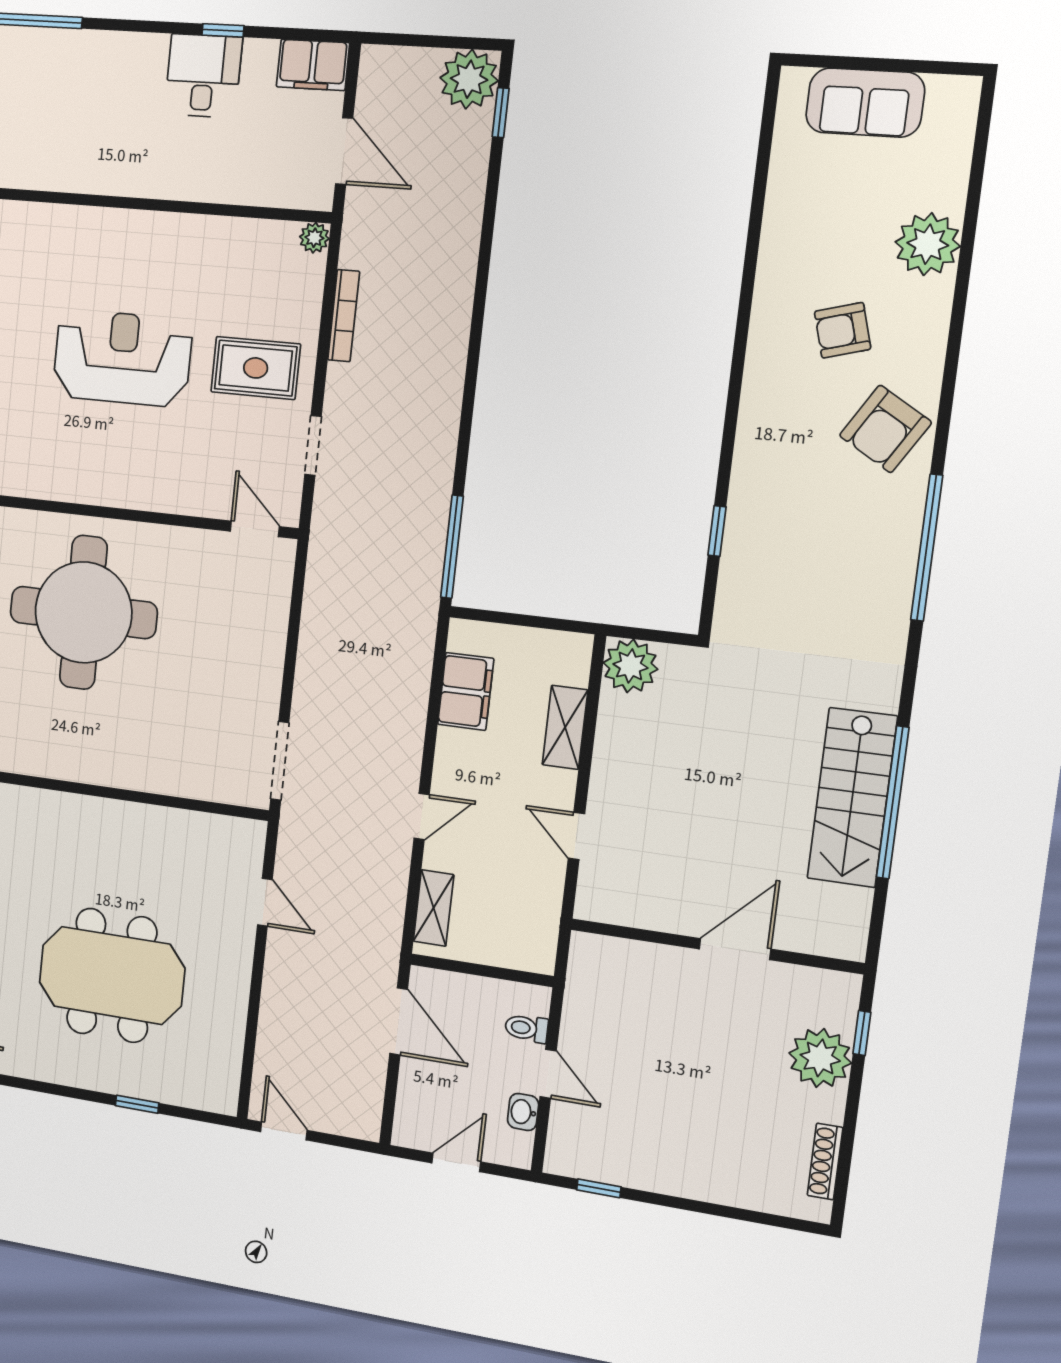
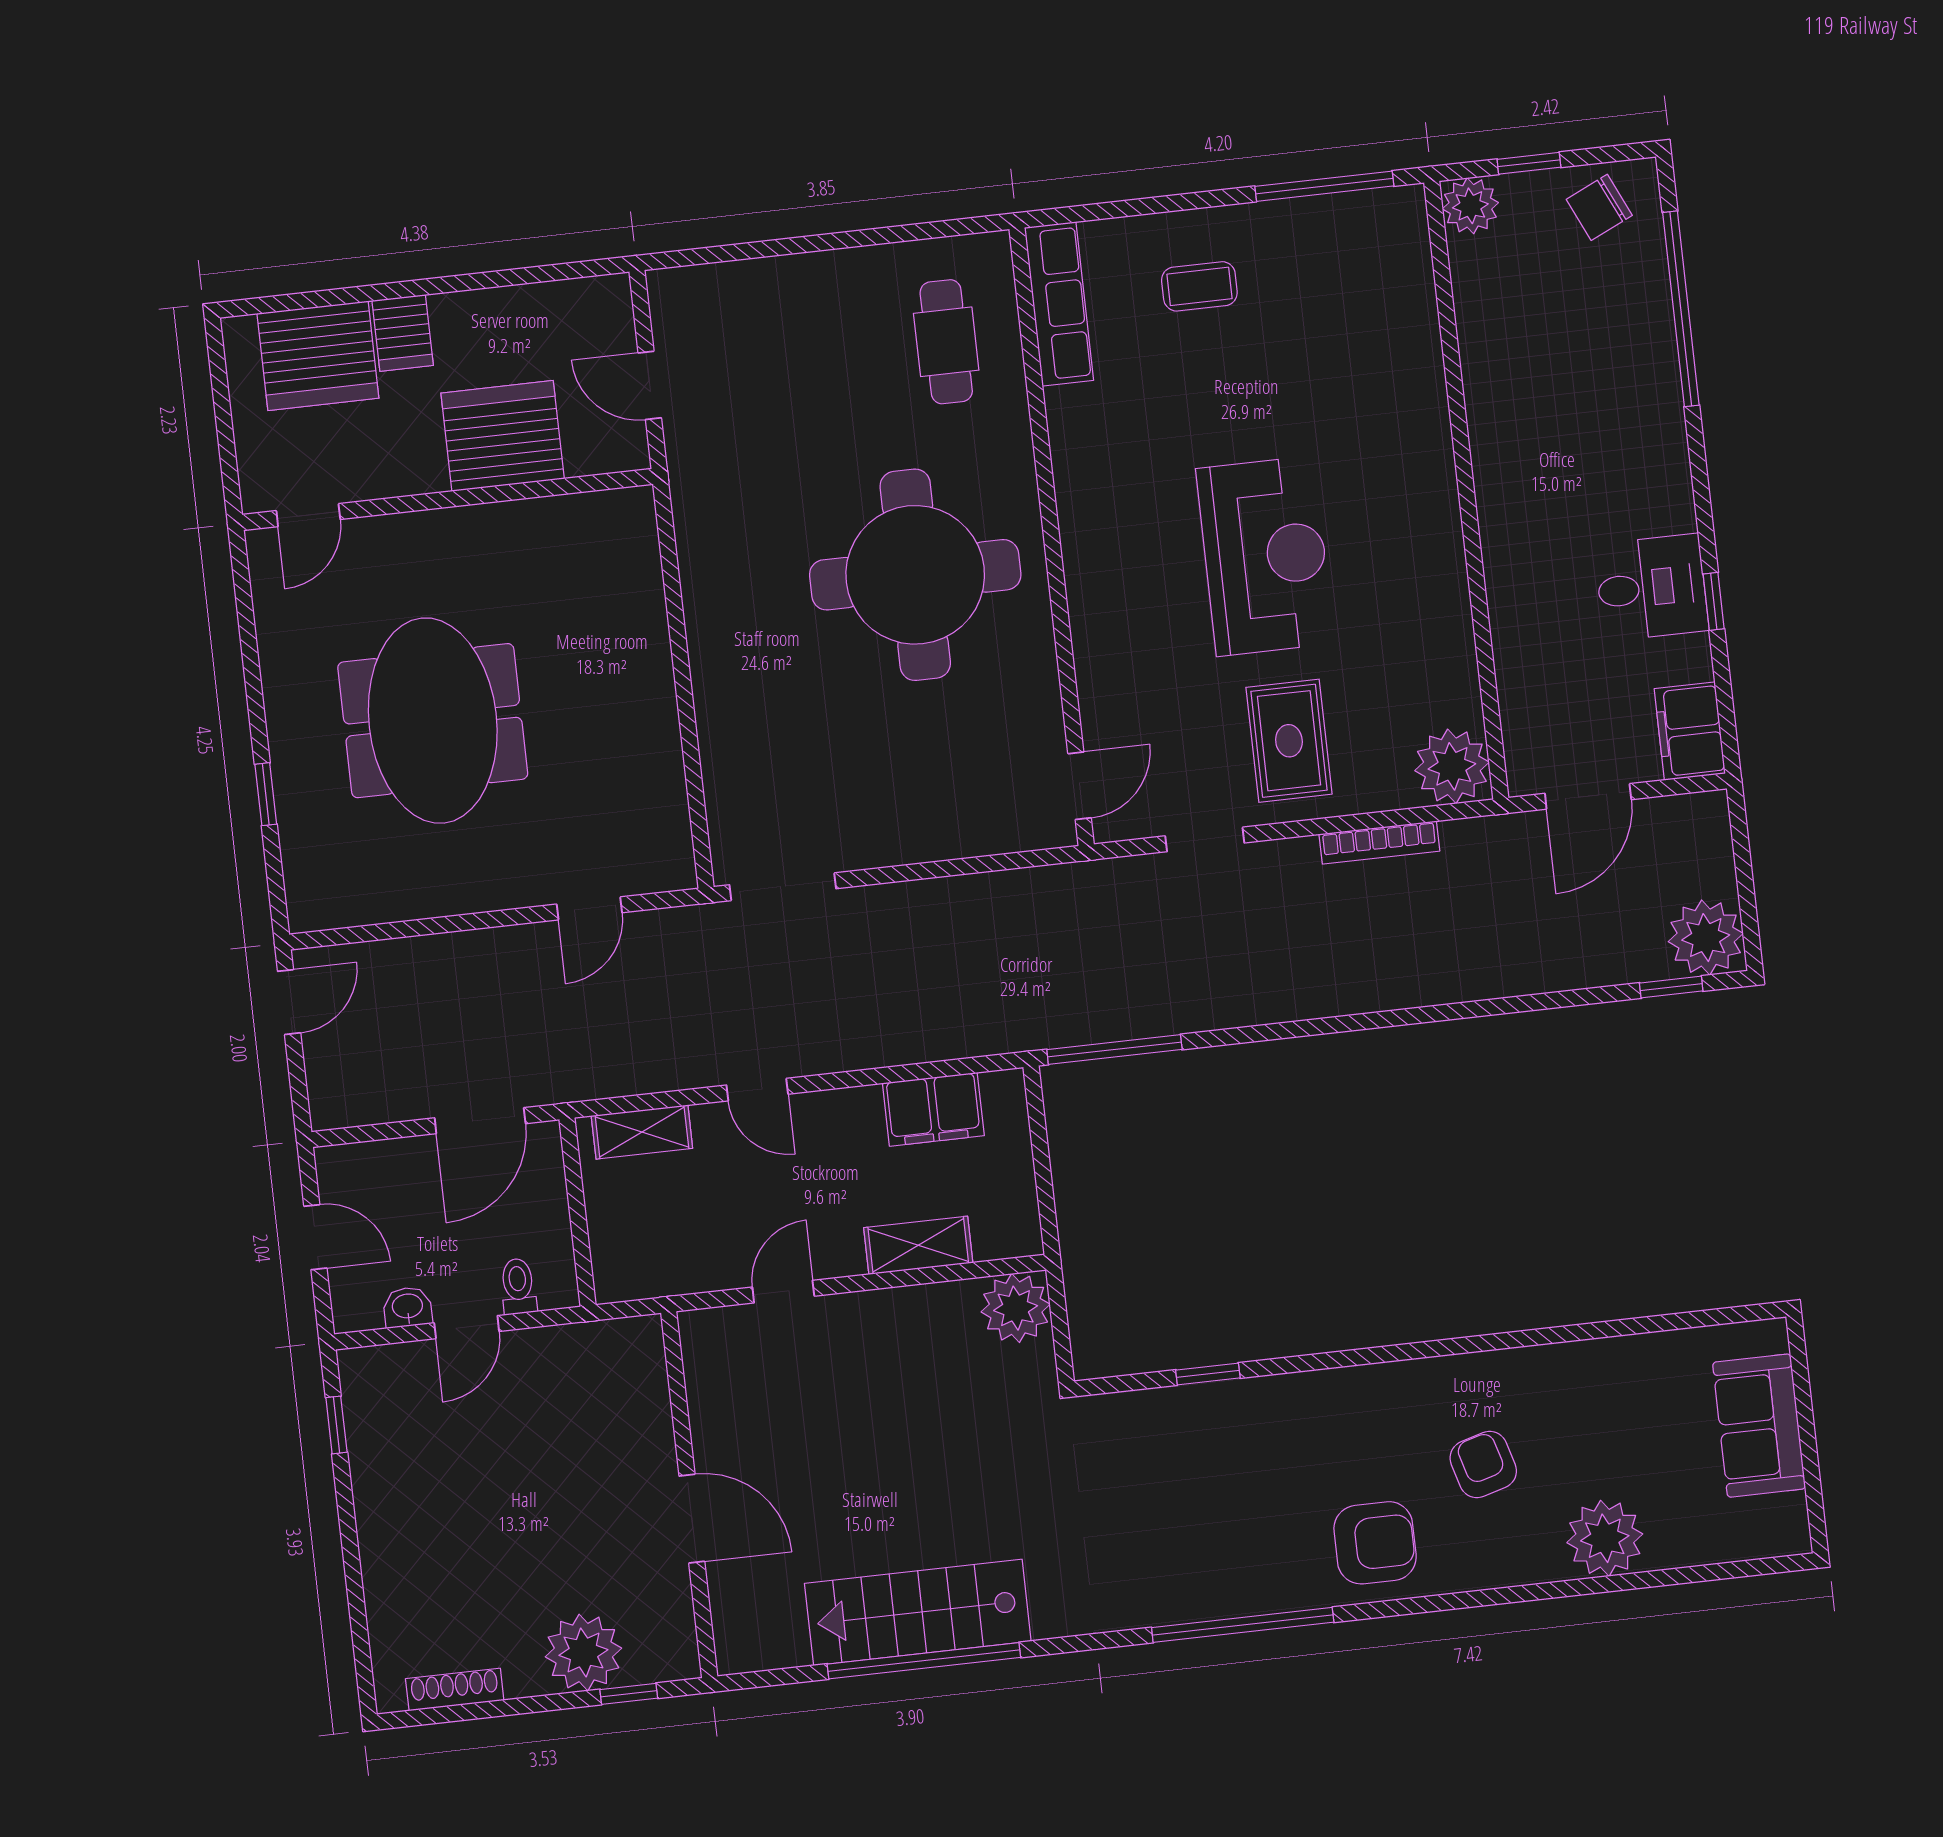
plant: (314, 238) -> (1452, 766), width x1.87, depth x1.87
armchair: (885, 429) -> (1375, 1543), turned 149

